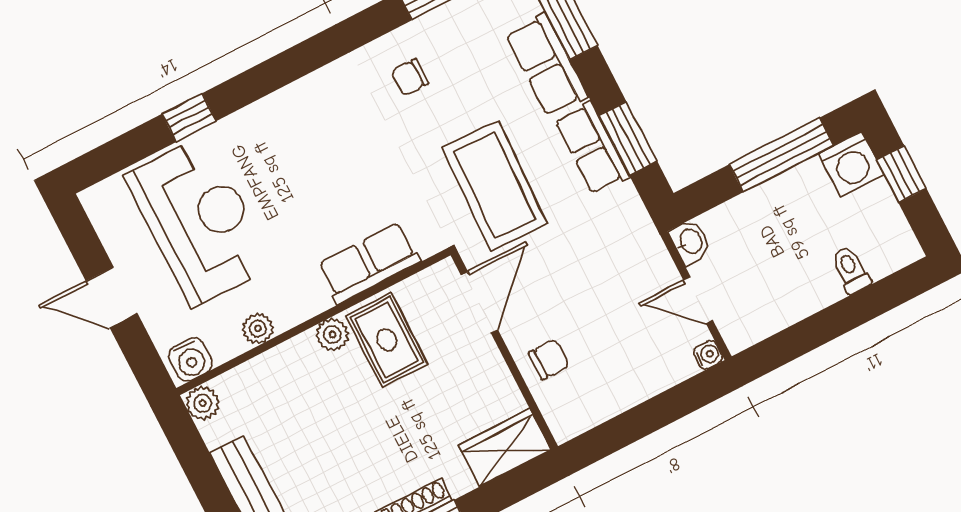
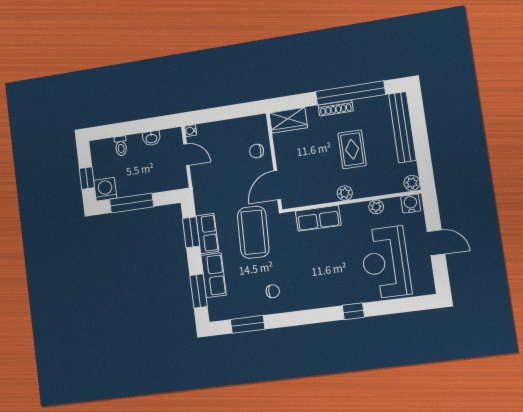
window: (189, 118) -> (353, 311), moved
washbasin: (690, 242) -> (151, 138), moved, turned -90
rug: (387, 340) -> (352, 149), moved

